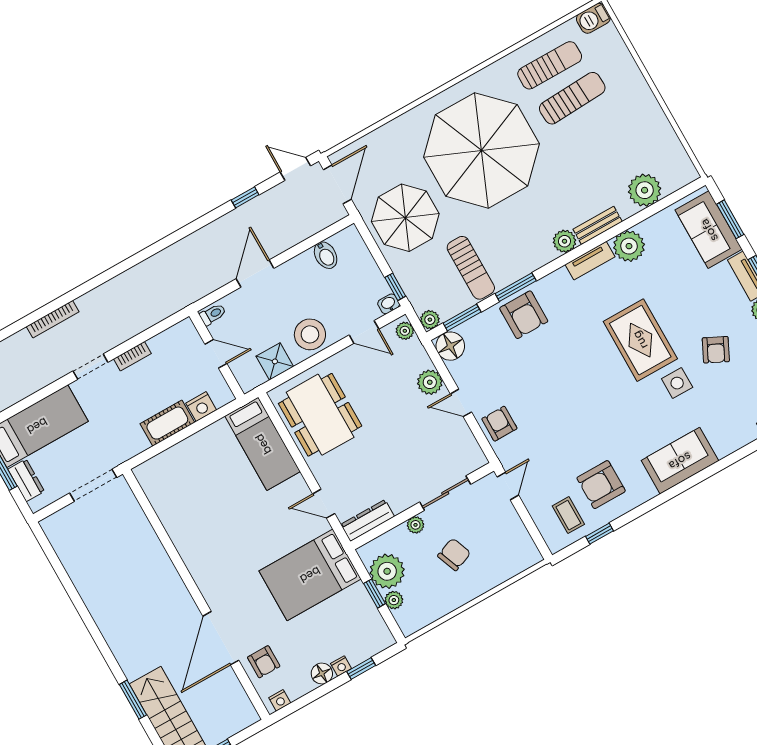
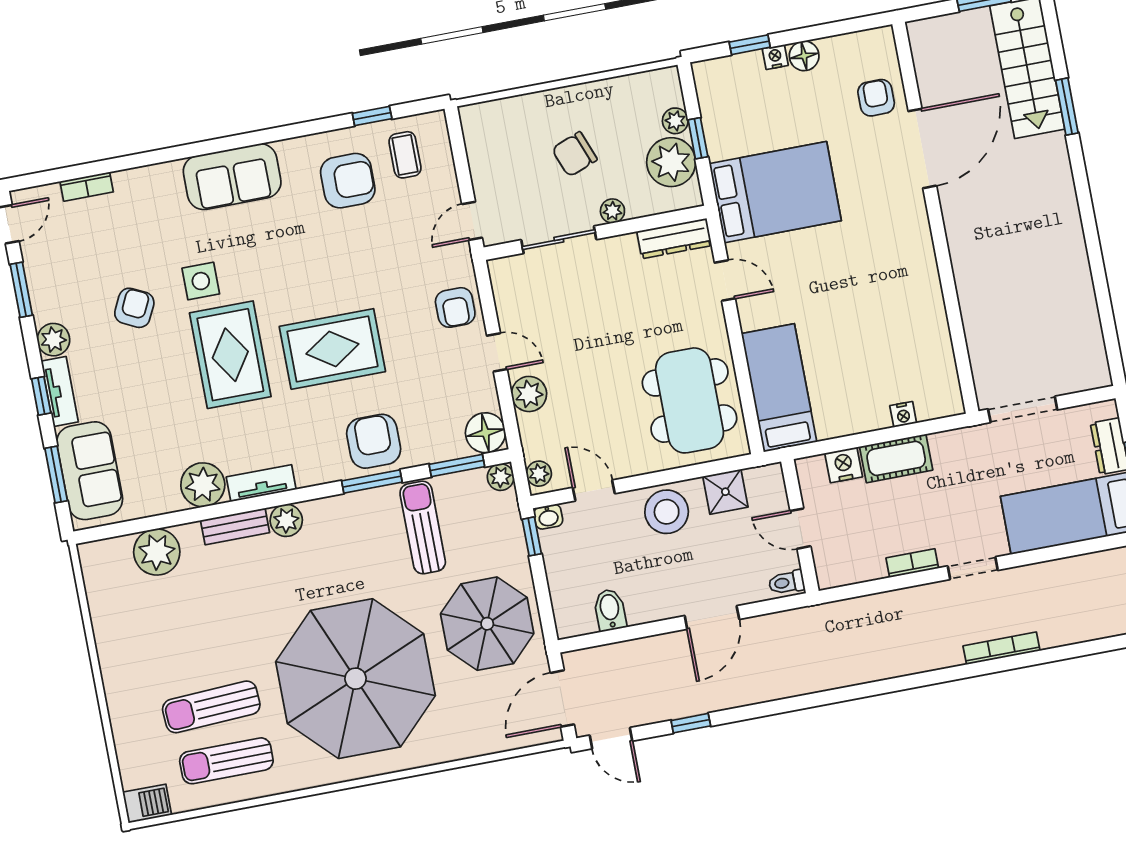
rug: (573, 367) -> (332, 349), added
nightstand: (280, 700) -> (903, 414), moved, turned 180

